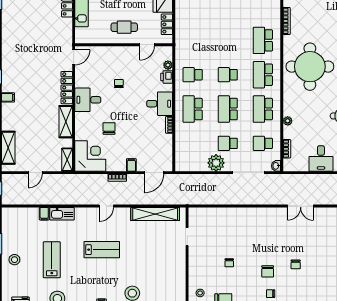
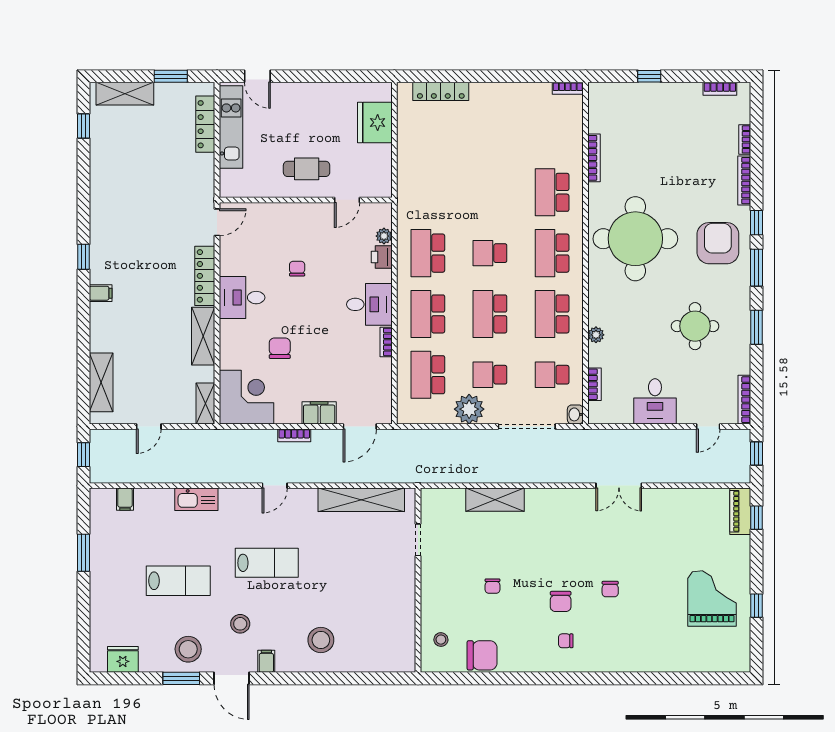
locker: (167, 24) -> (382, 164), removed
school desk: (193, 75) -> (428, 253), width x1.85
school desk: (193, 143) -> (428, 375), added
filing cabinet: (131, 165) -> (319, 413), width x2.00
filing cabinet: (44, 214) -> (125, 499), moved
shelving: (231, 214) -> (495, 500), added
stool: (14, 260) -> (240, 624), moved
lab bench: (52, 260) -> (178, 581), turned 90

